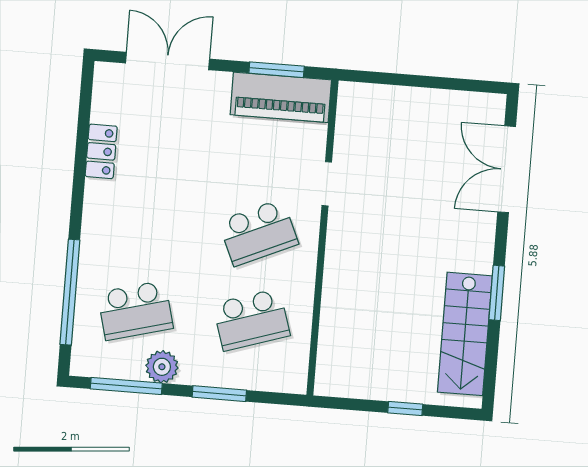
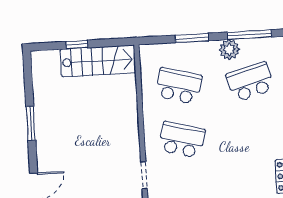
school desk: (258, 232) -> (182, 140), turned 39
school desk: (251, 320) -> (179, 86), turned 33
stairs: (465, 334) -> (98, 61), moved, turned 90

